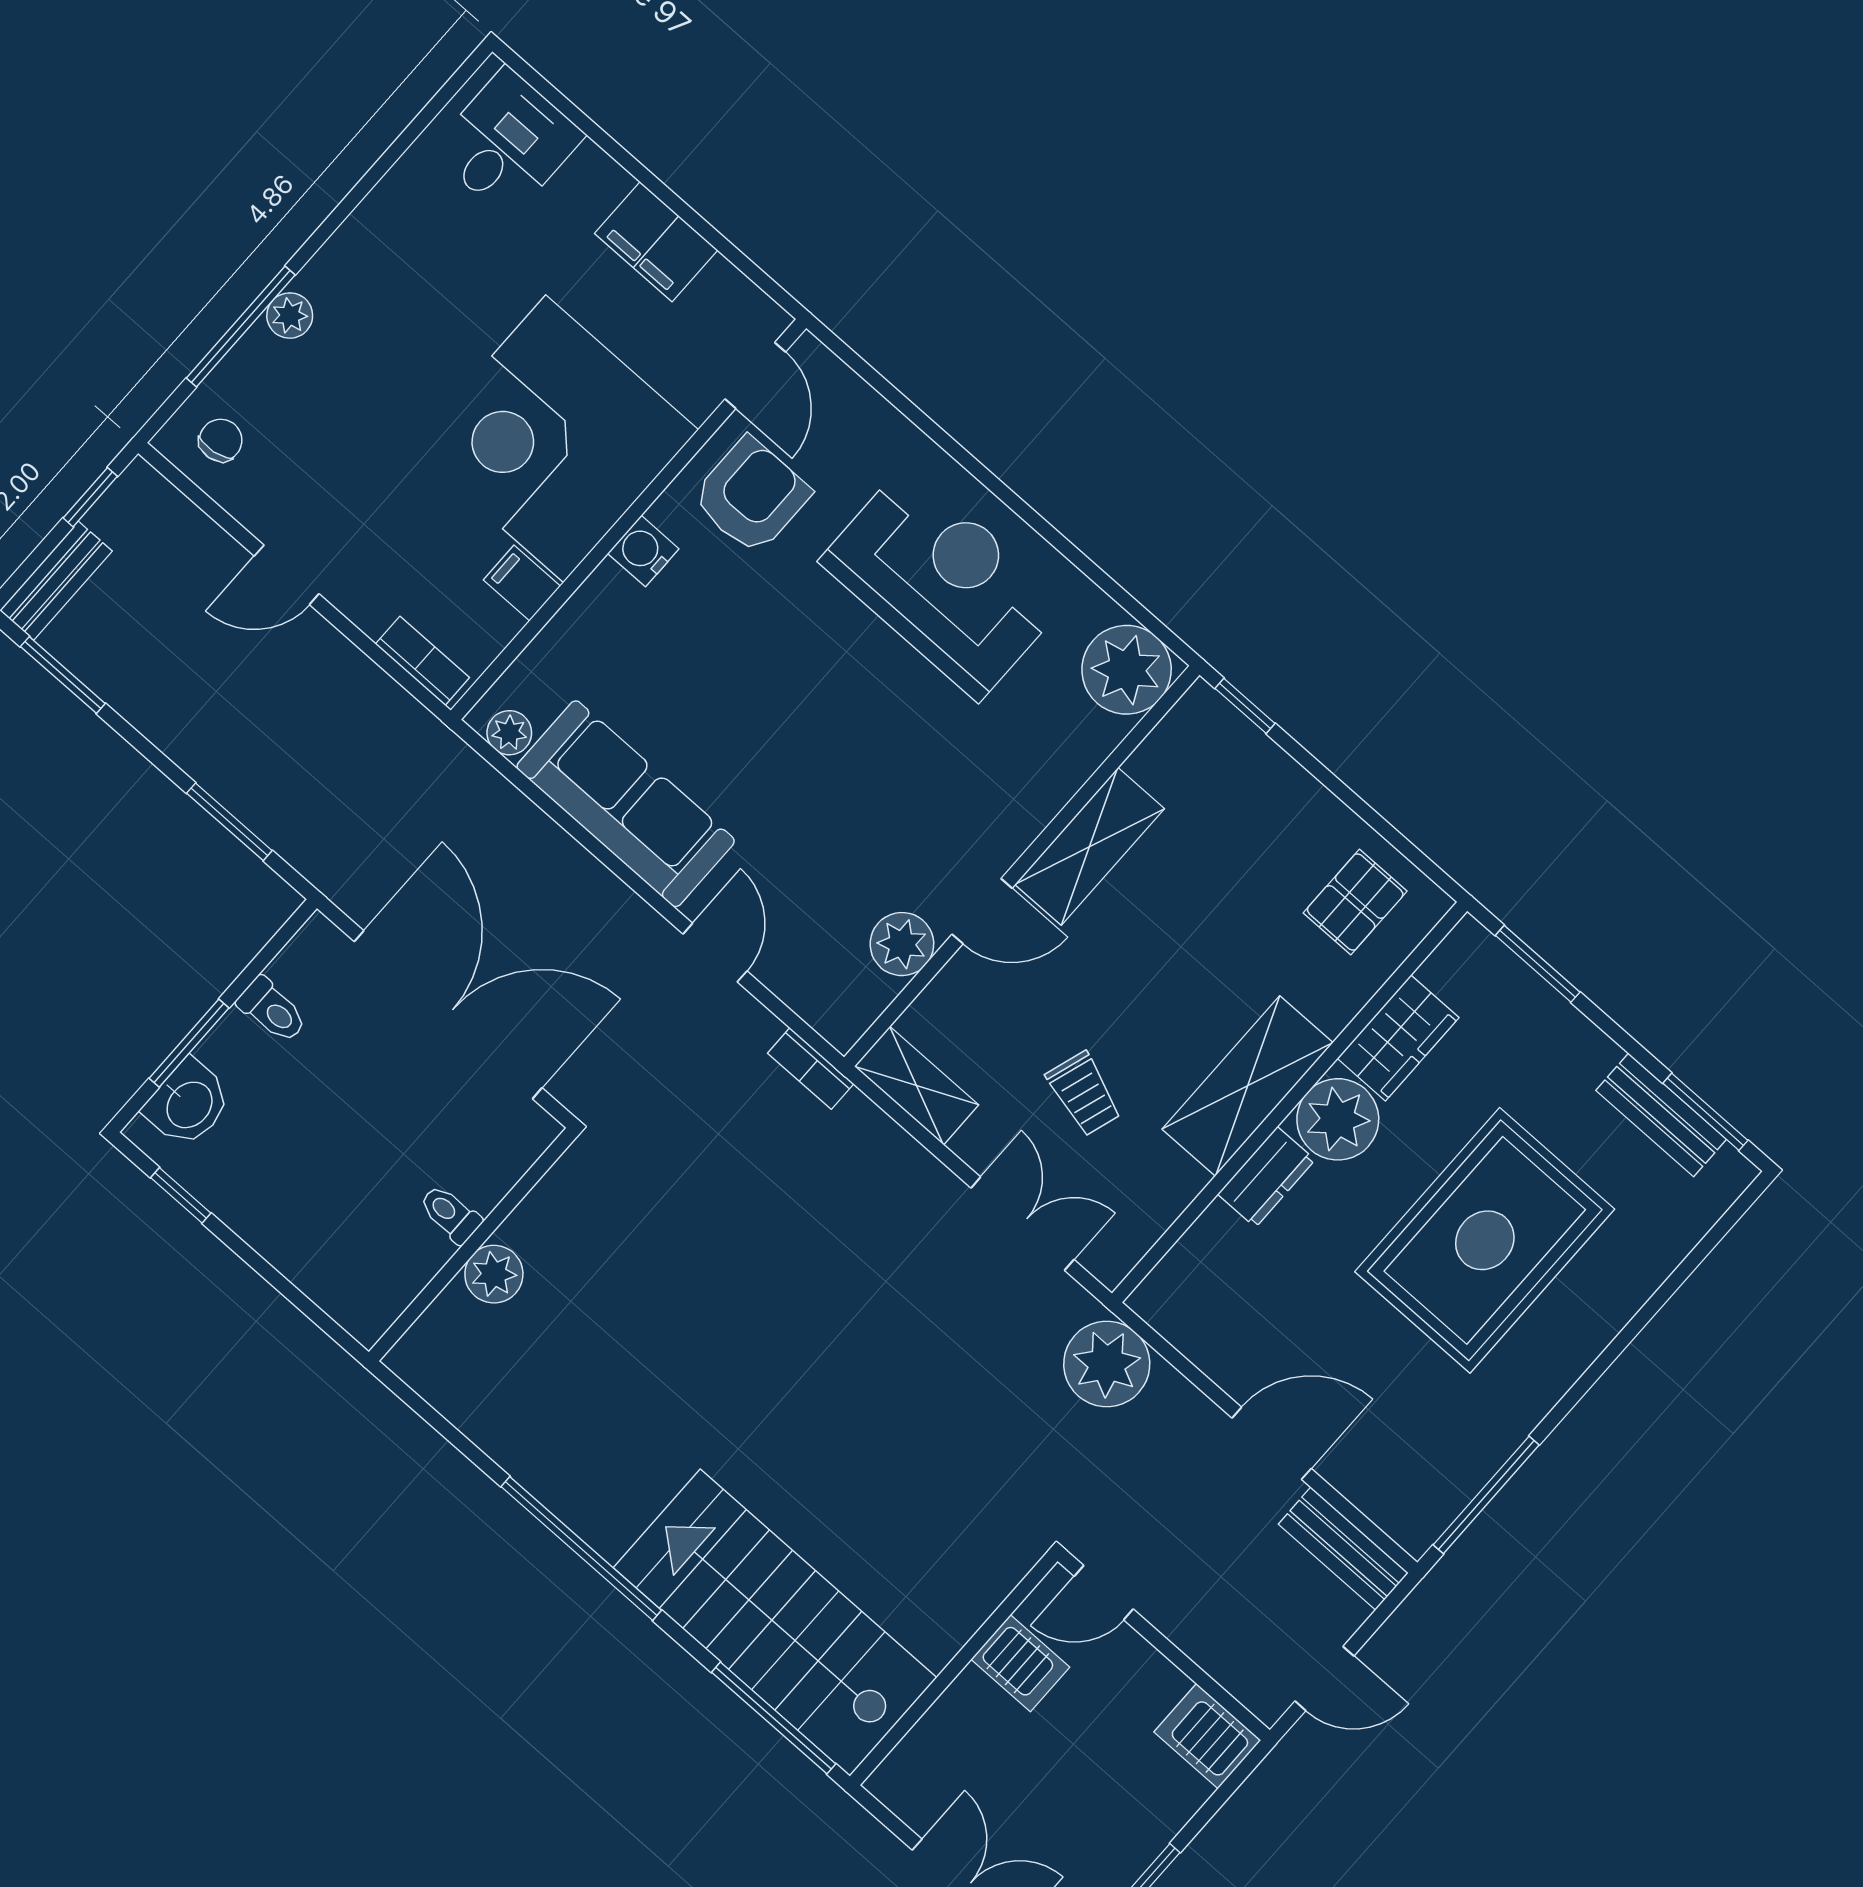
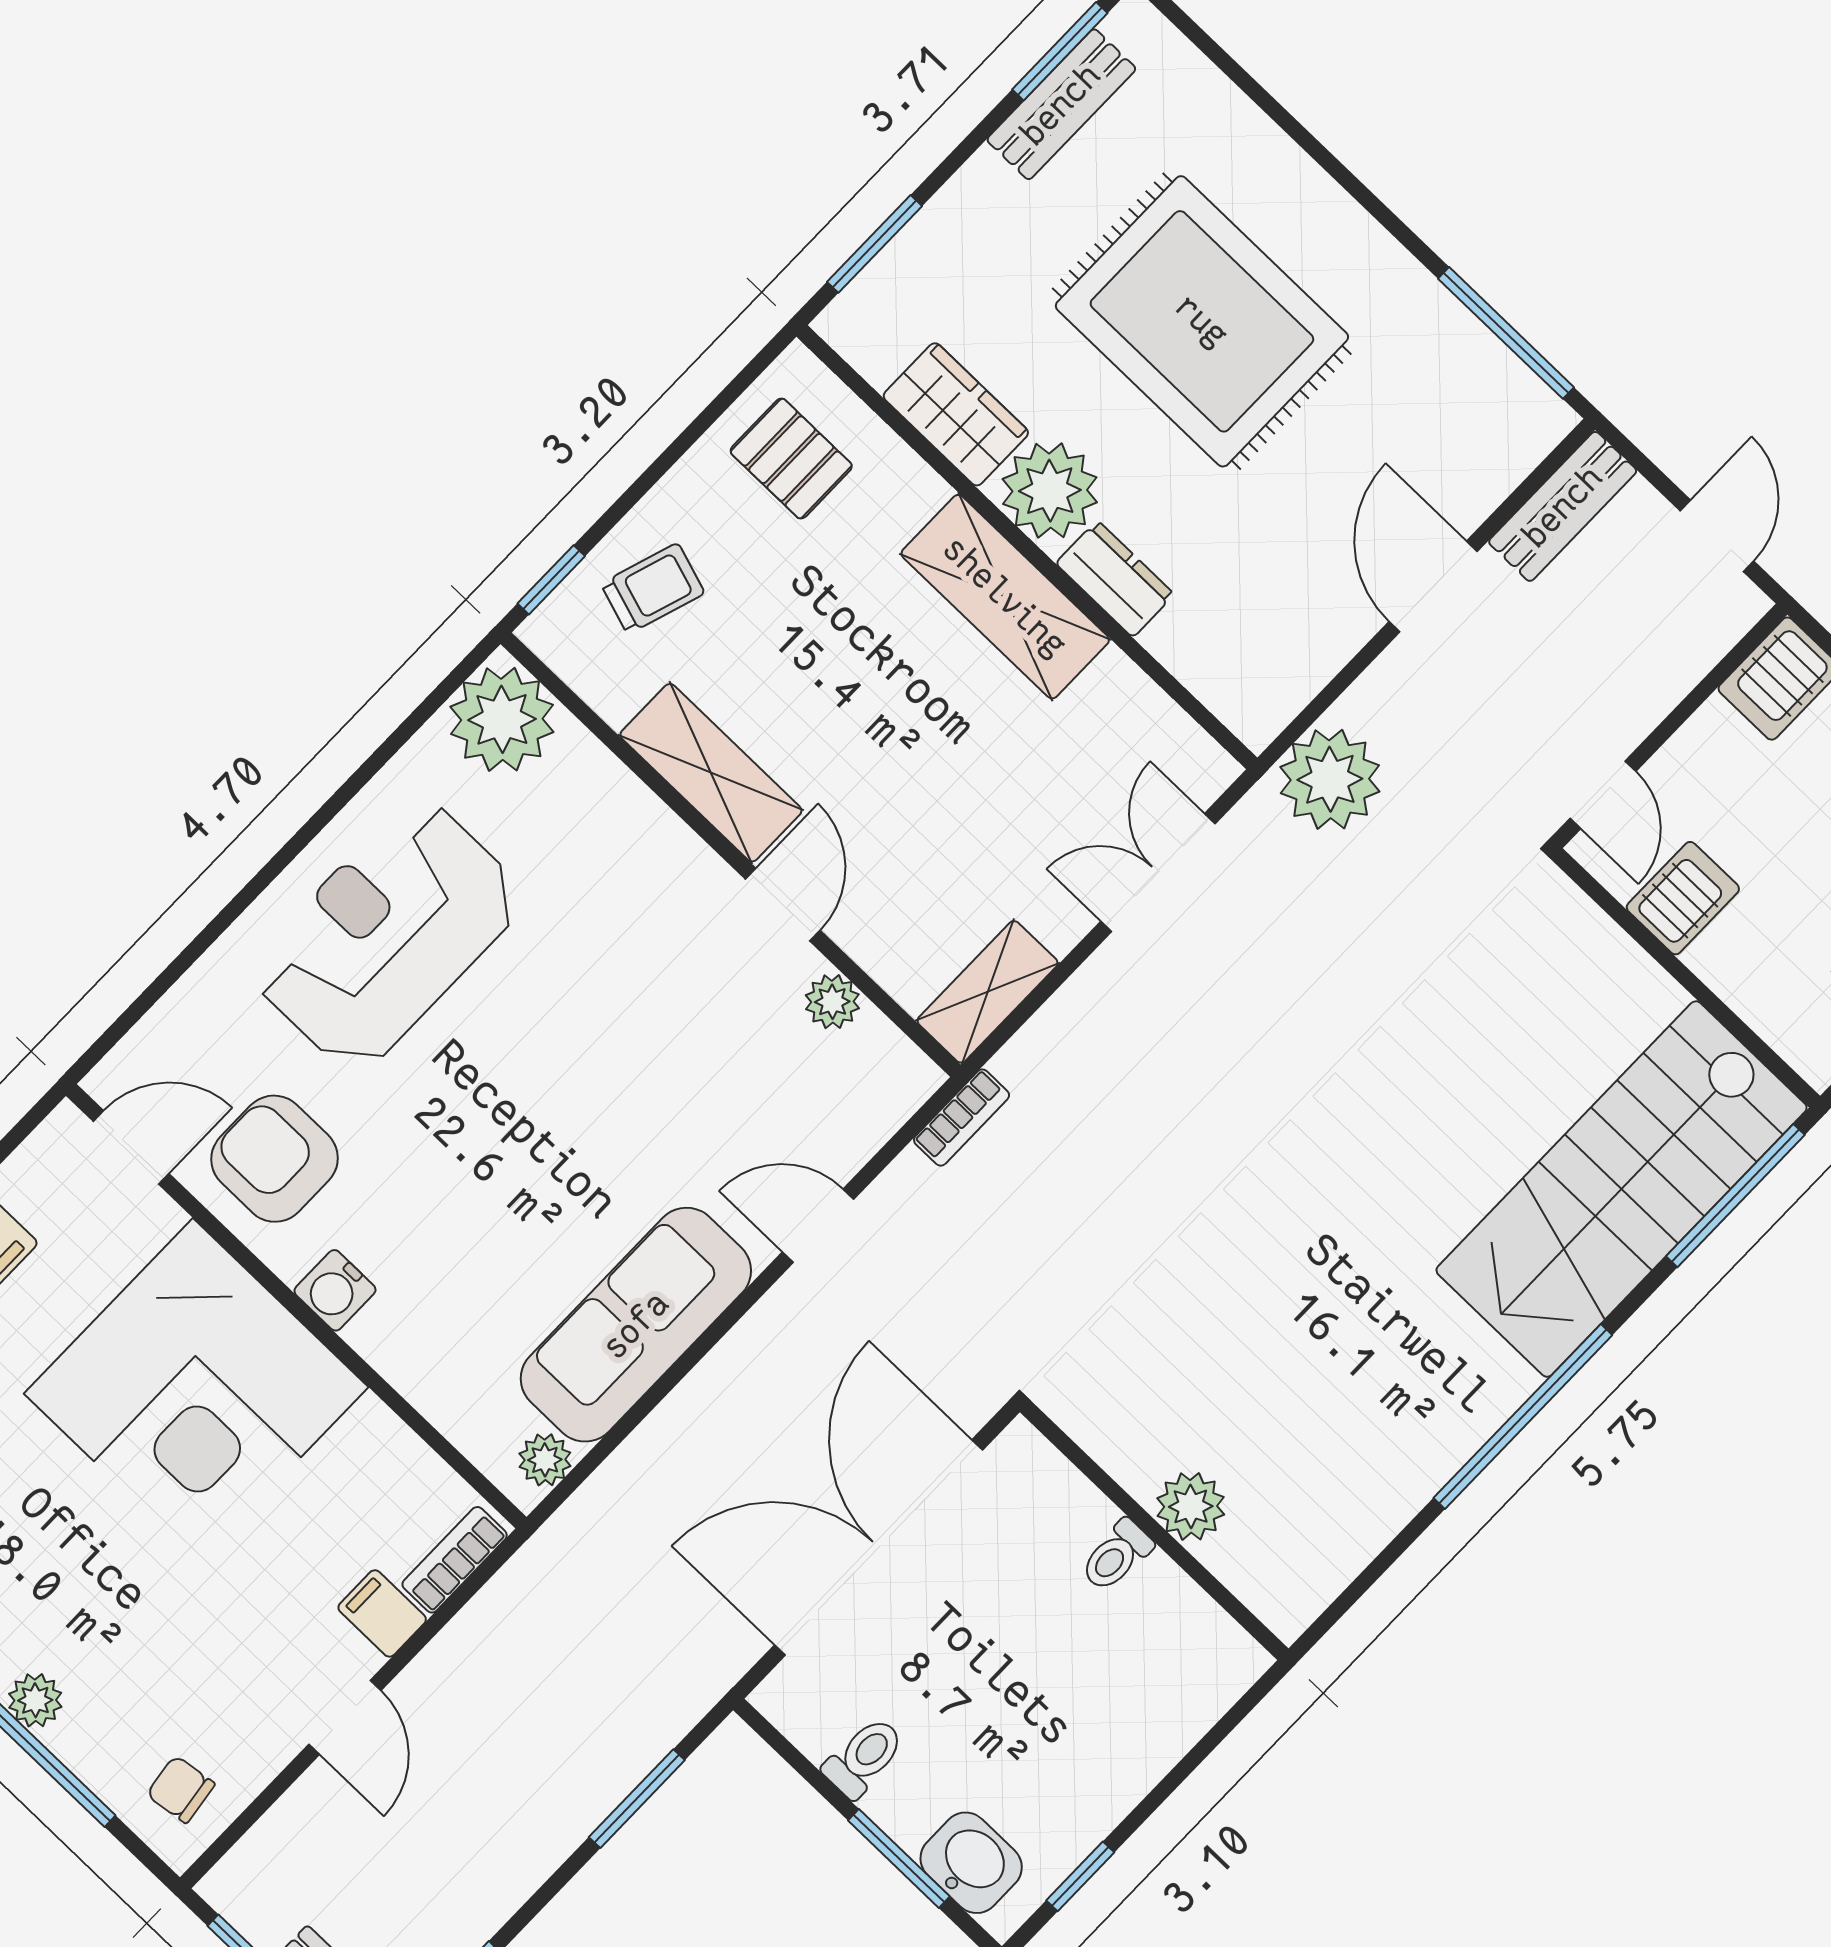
filing cabinet: (522, 583) -> (382, 1613), moved, turned 90
plant: (902, 944) -> (832, 1002), width x0.73, depth x0.73
trolley: (1084, 1094) -> (653, 588), moved

